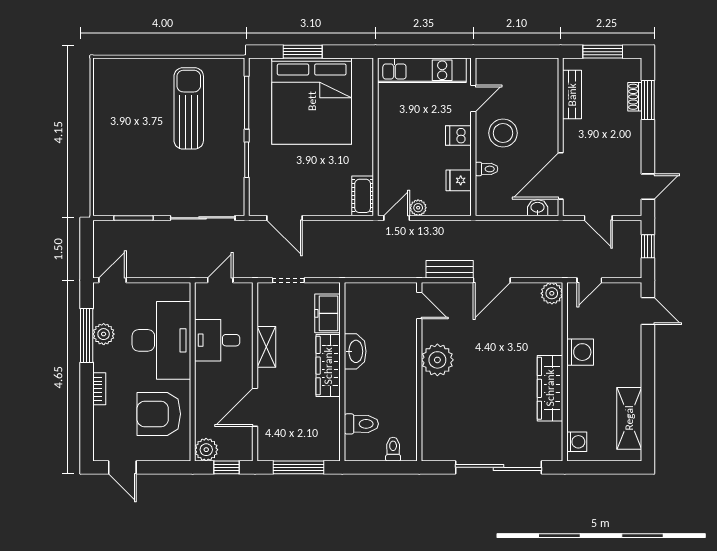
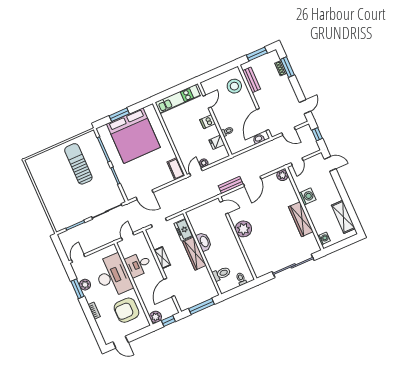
stool: (503, 133) -> (234, 86), moved
window: (87, 336) -> (77, 289), width x0.69

